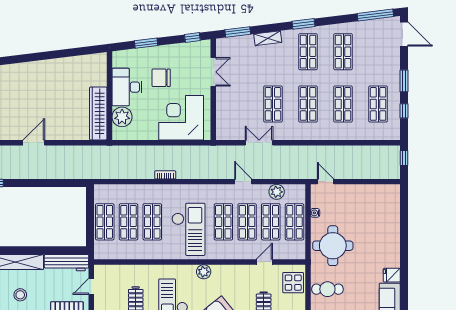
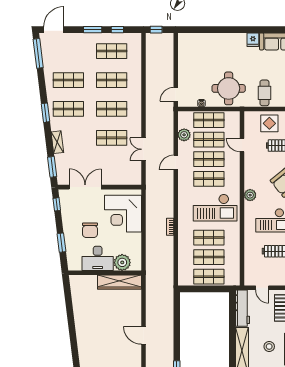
double door: (213, 72) -> (85, 187), width x1.37
checkout: (188, 229) -> (215, 208), turned 180
display table: (293, 283) -> (269, 123), moved

